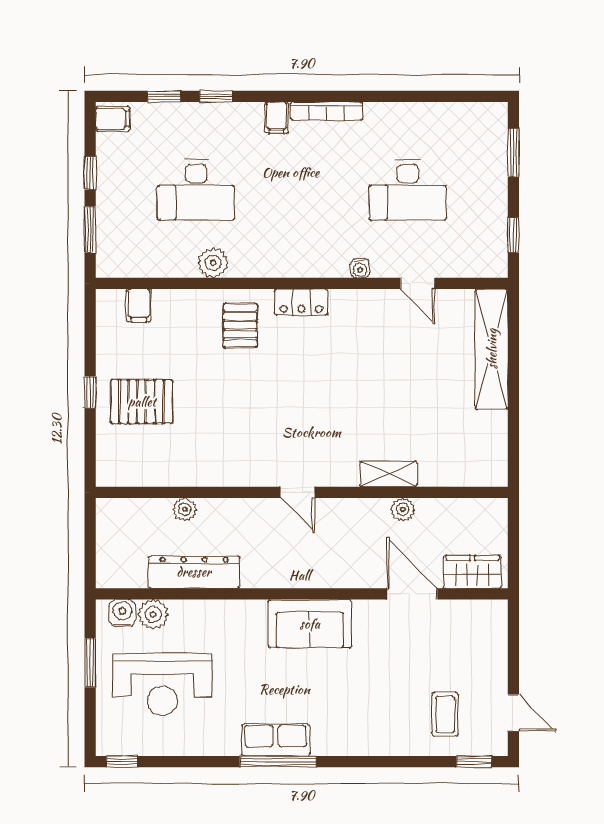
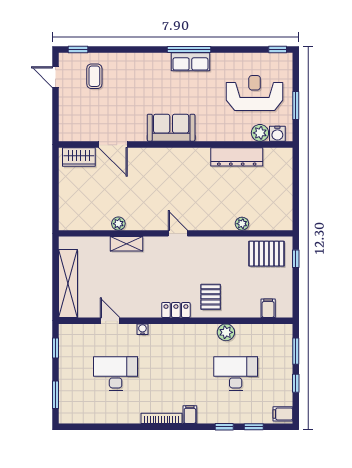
shelving: (388, 474) -> (126, 244), moved
door: (298, 492) -> (178, 233), moved
wall: (302, 492) -> (176, 233), moved
plant: (185, 509) -> (242, 224), moved
plant: (403, 510) -> (118, 224), moved

